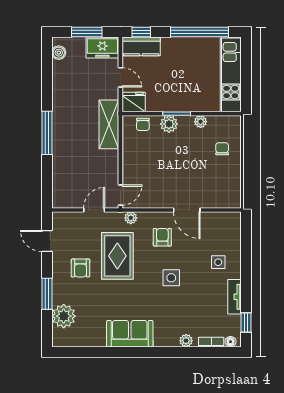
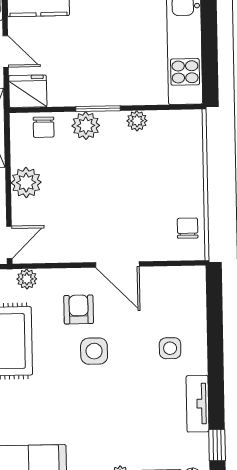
chair: (222, 149) -> (188, 228), moved
plant: (131, 158) -> (26, 183), added
side table: (171, 278) -> (94, 351), moved

